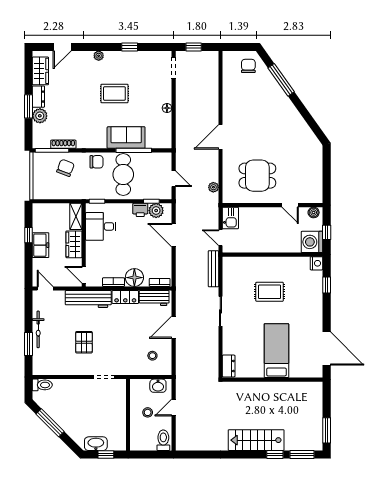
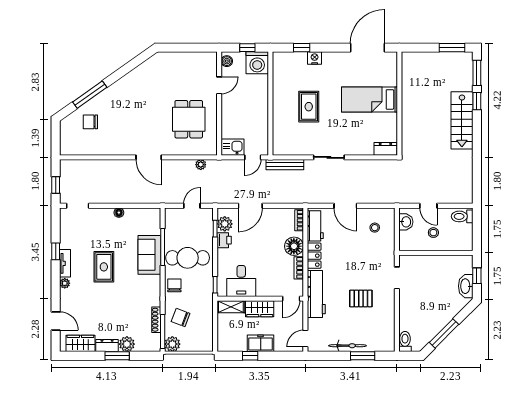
tv unit: (118, 56) -> (65, 263), added
chair: (248, 66) -> (90, 122), moved
plant: (40, 160) -> (172, 344), added
nightstand: (317, 263) -> (315, 58), moved

